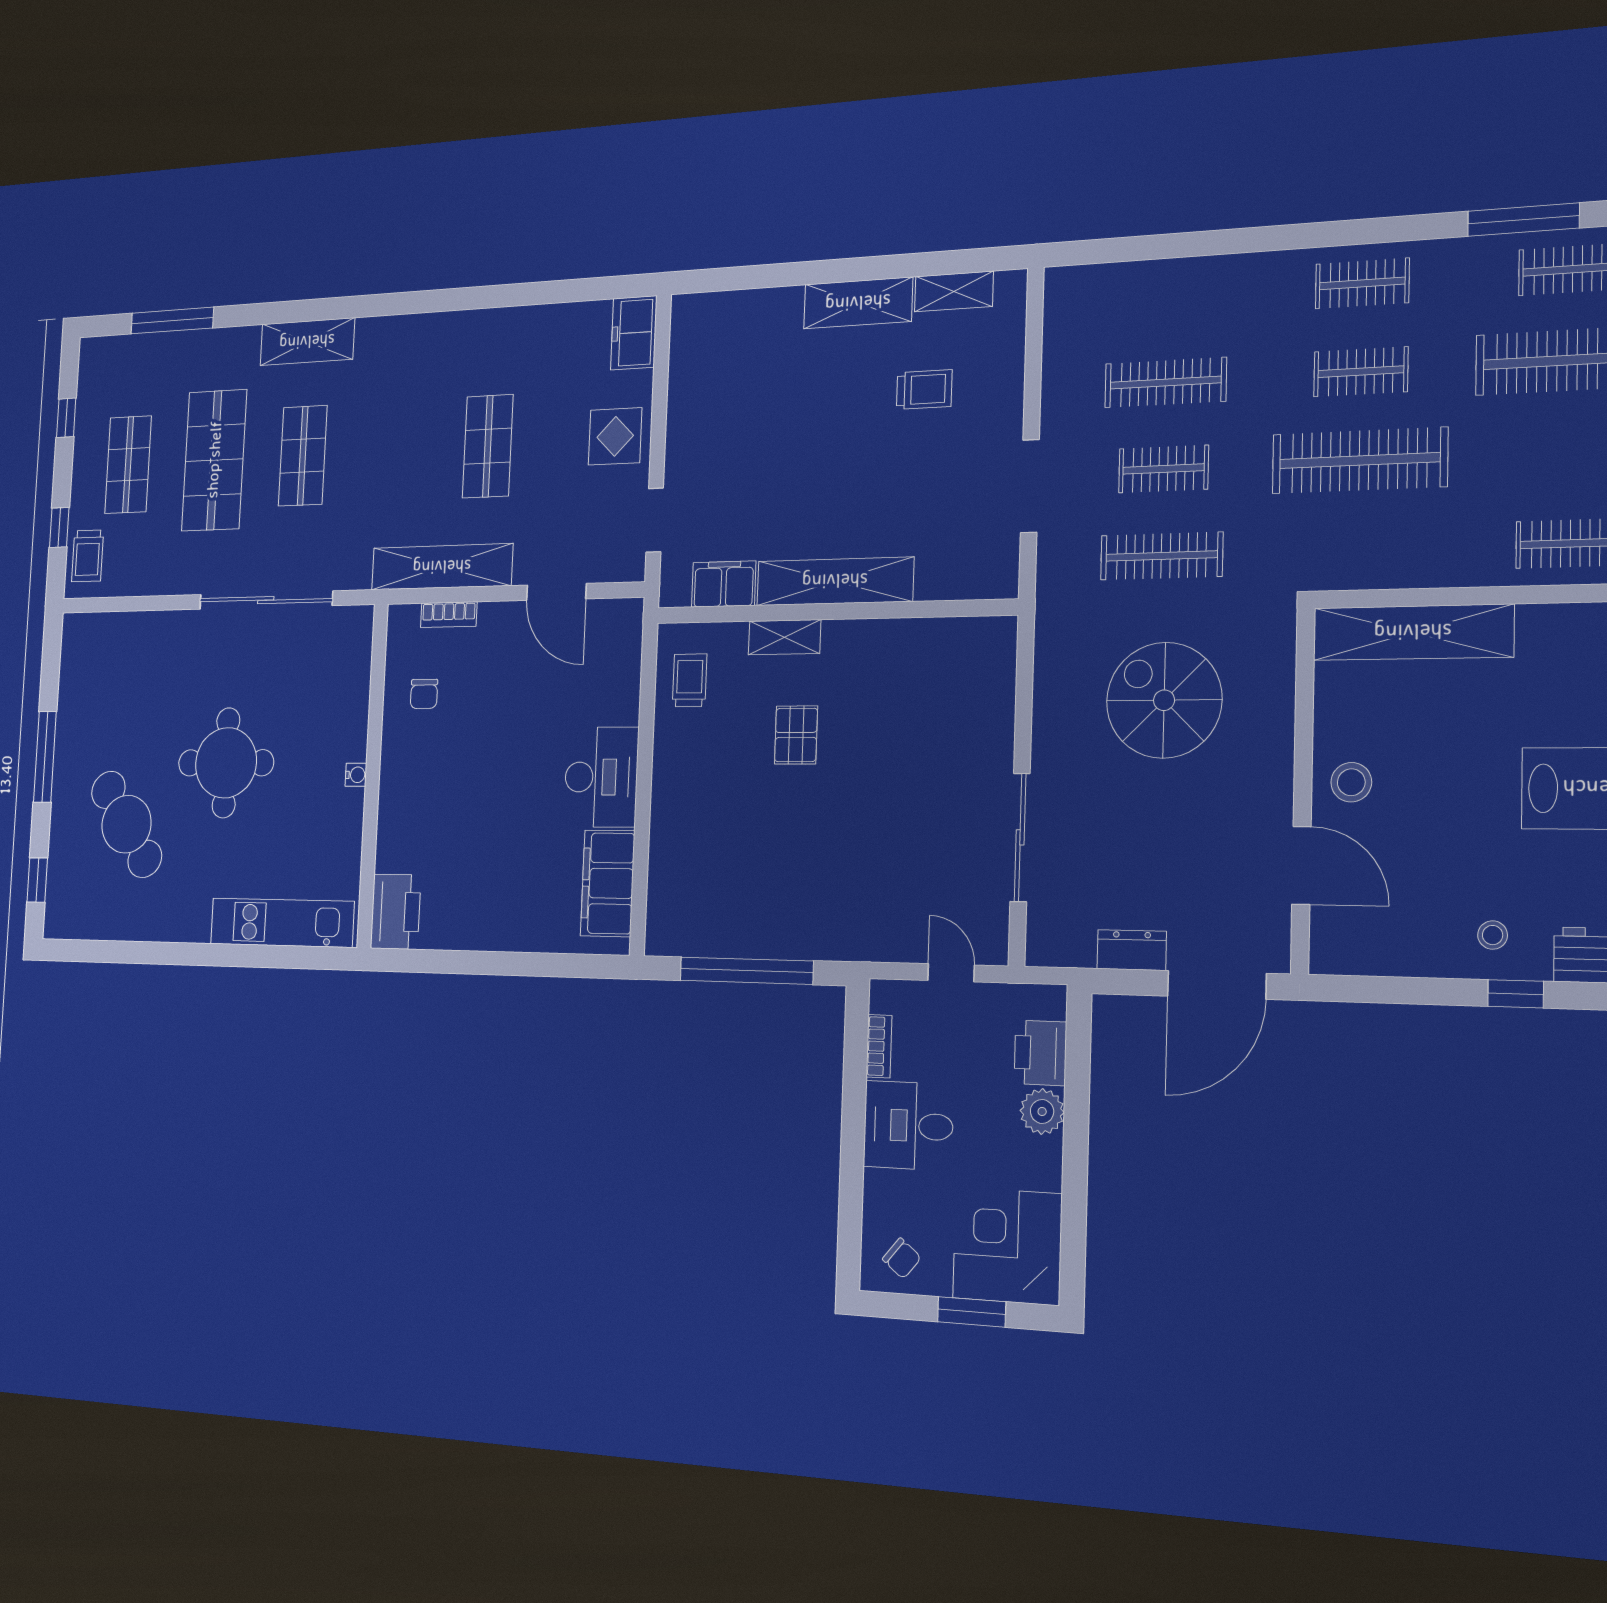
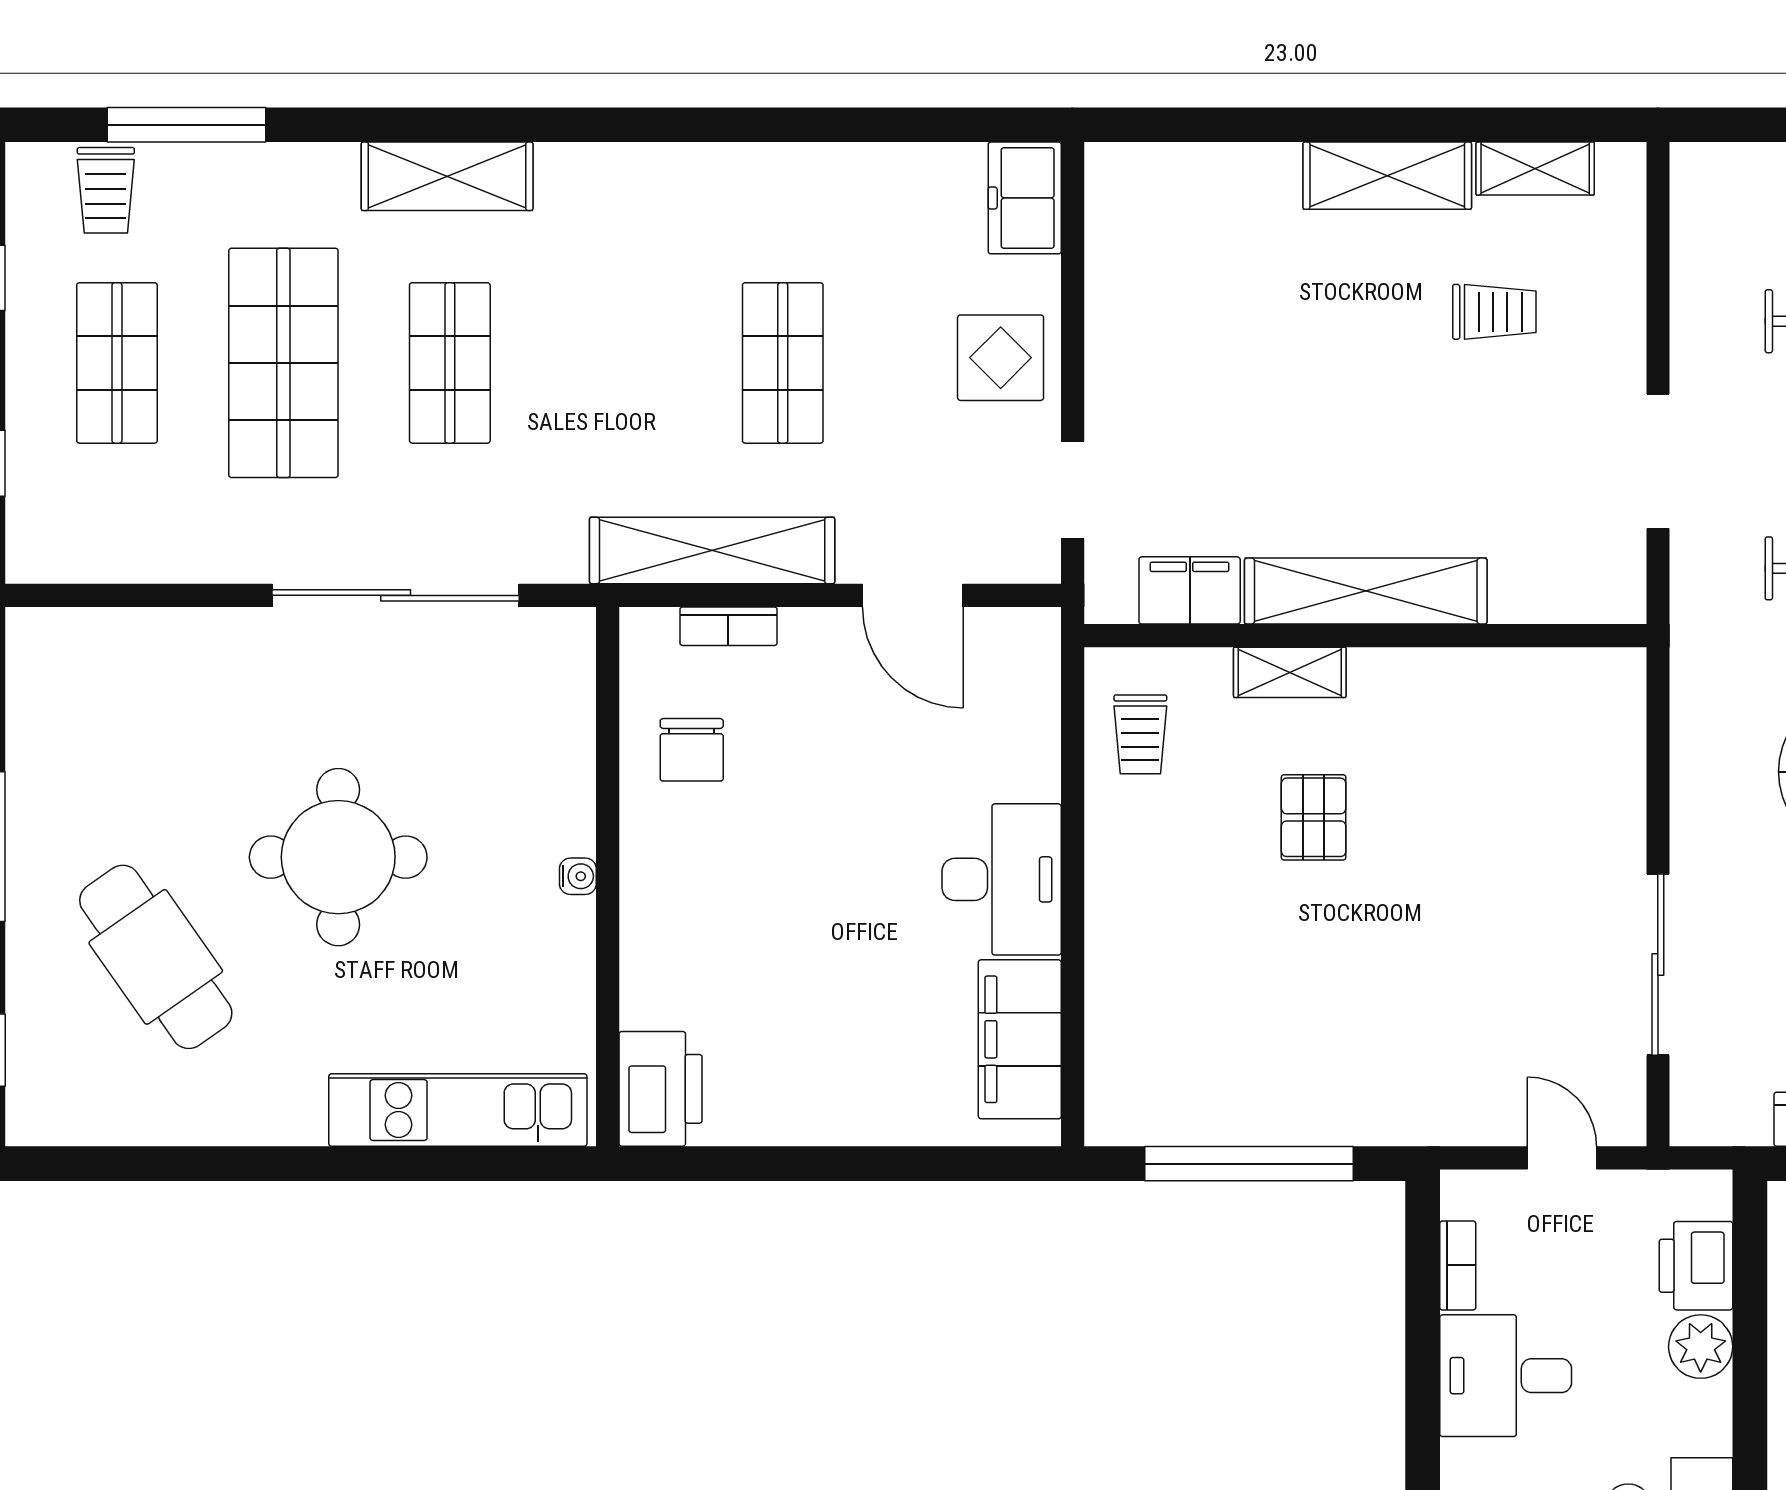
trolley: (88, 556) -> (106, 190), moved
trolley: (690, 680) -> (1140, 734), turned 180
chair: (424, 694) -> (692, 750), width x1.37, depth x1.37

